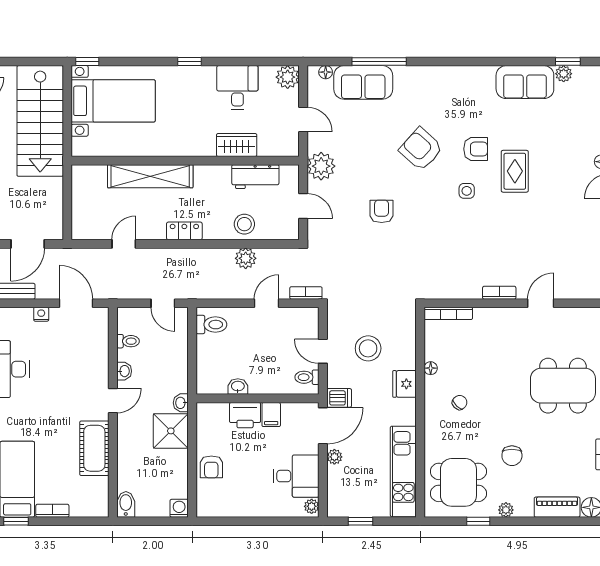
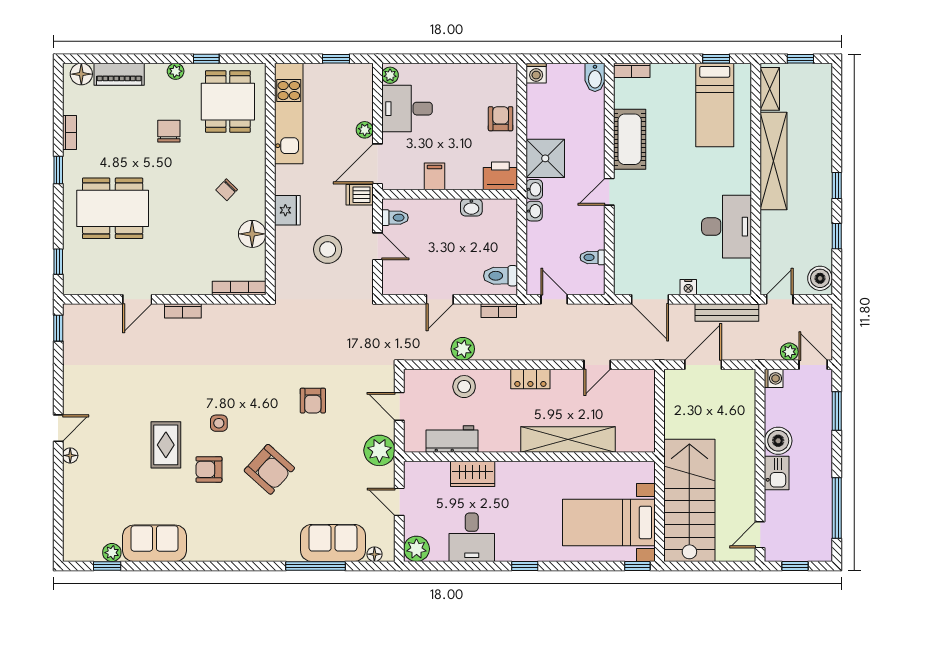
bookcase: (306, 293) -> (499, 311), moved
floor lamp: (431, 368) -> (252, 234), width x1.89, depth x1.89
washbasin: (124, 371) -> (534, 211), moved, turned 180
printer: (245, 415) -> (500, 176), moved
dining table: (458, 482) -> (228, 102), turned 90
bookcase: (52, 511) -> (632, 70), moved

